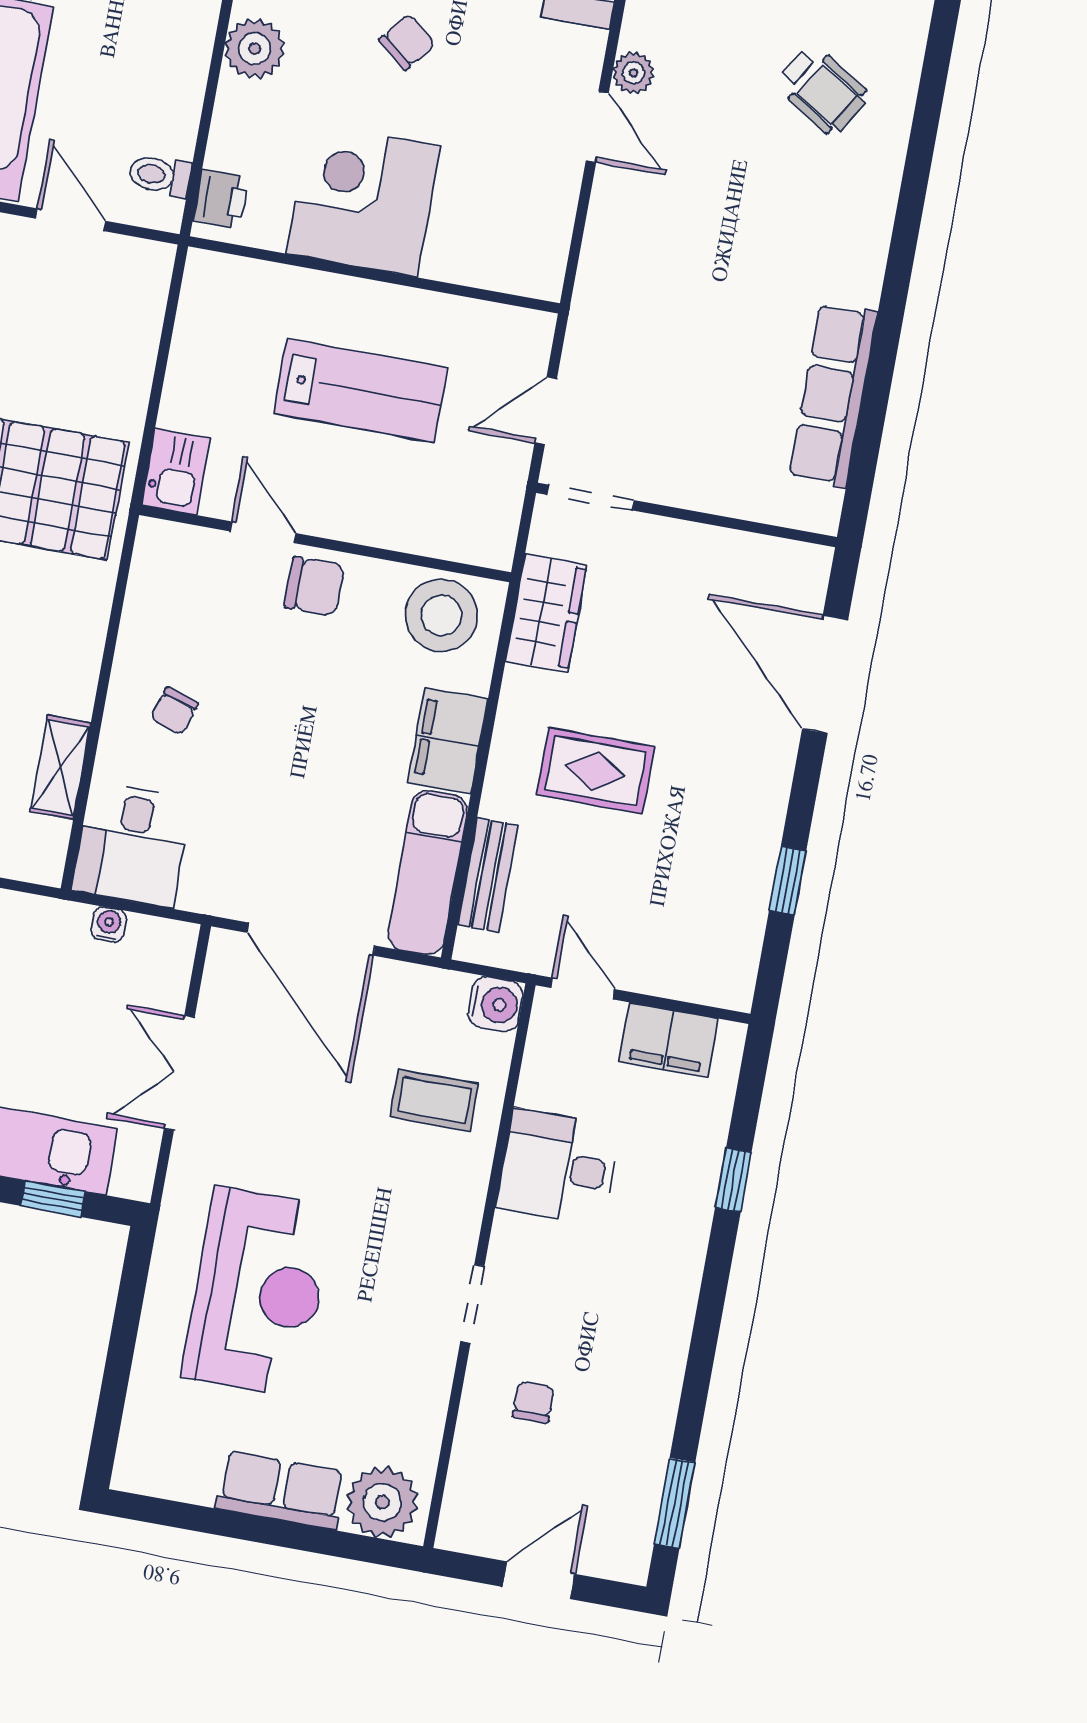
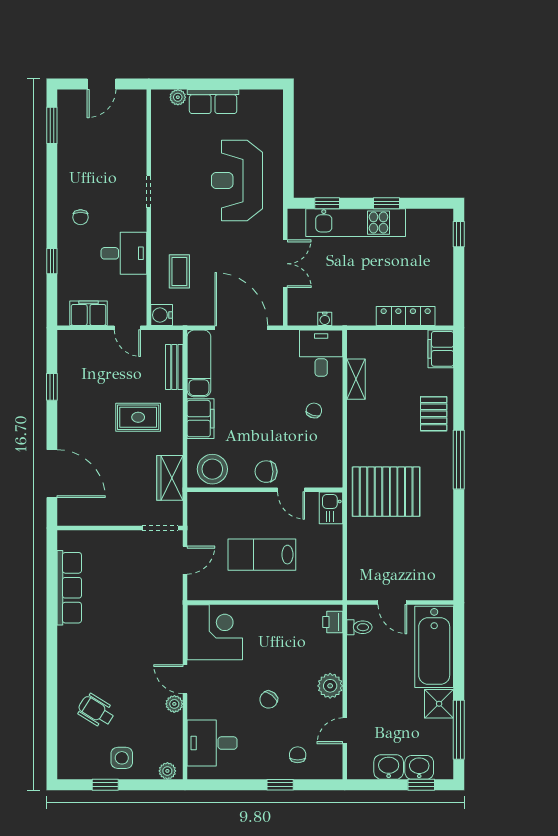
corner desk: (363, 200) -> (215, 632), moved, turned -90
coffee table: (434, 1100) -> (179, 271), turned 90
chair: (533, 1402) -> (81, 217), moved
plant: (382, 1502) -> (178, 97), width x0.53, depth x0.53

